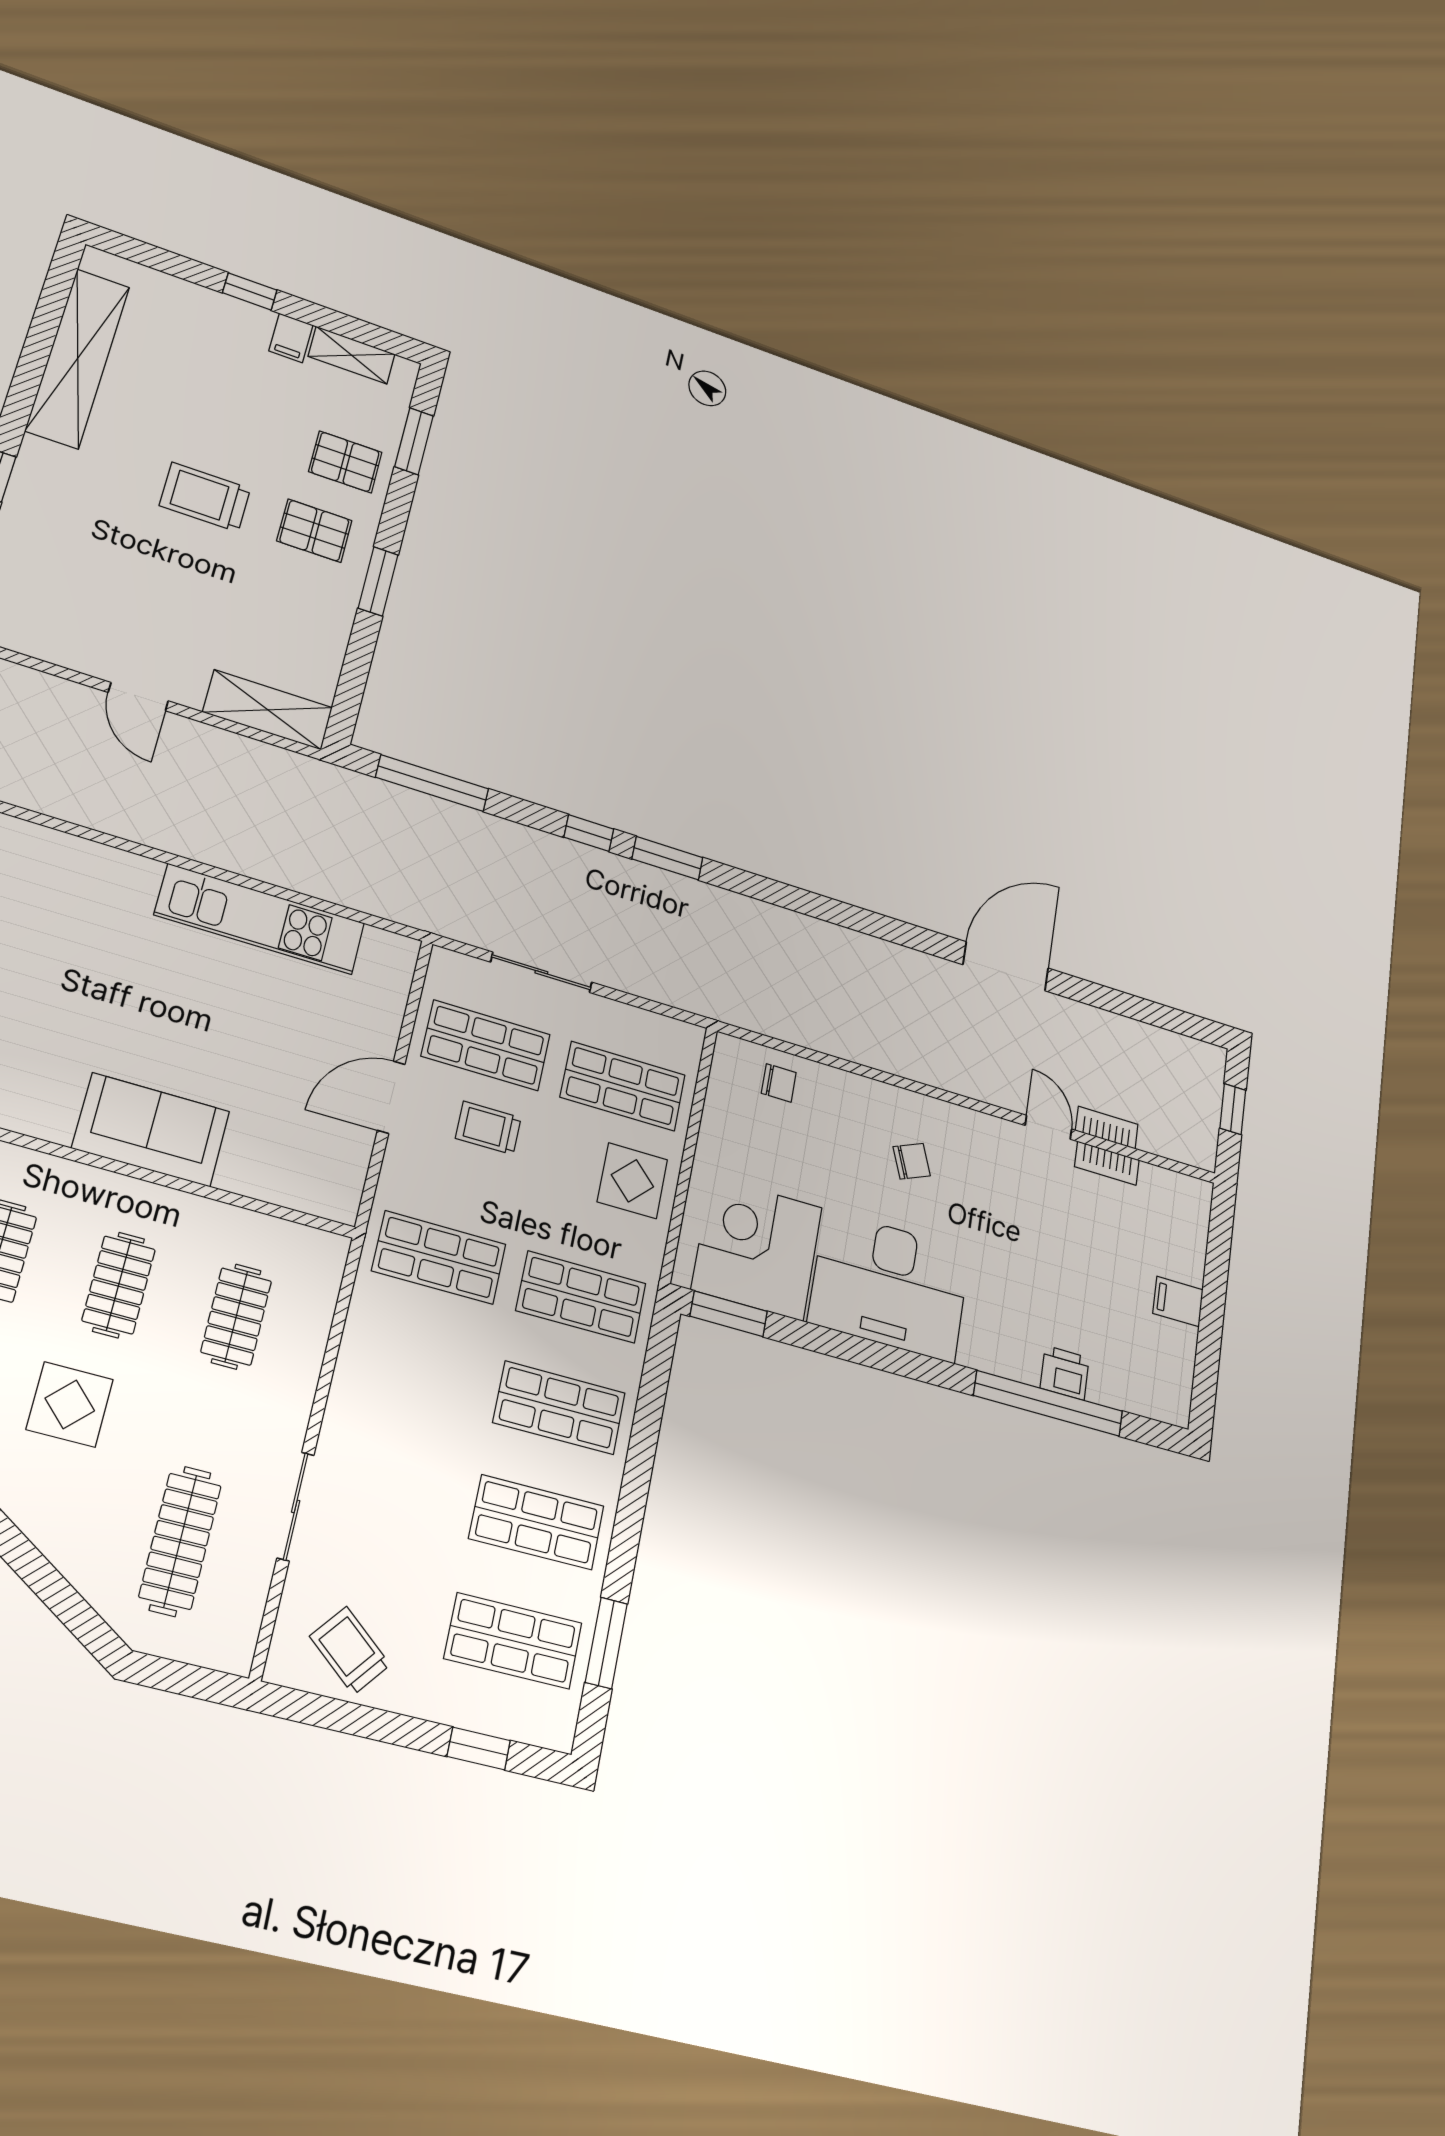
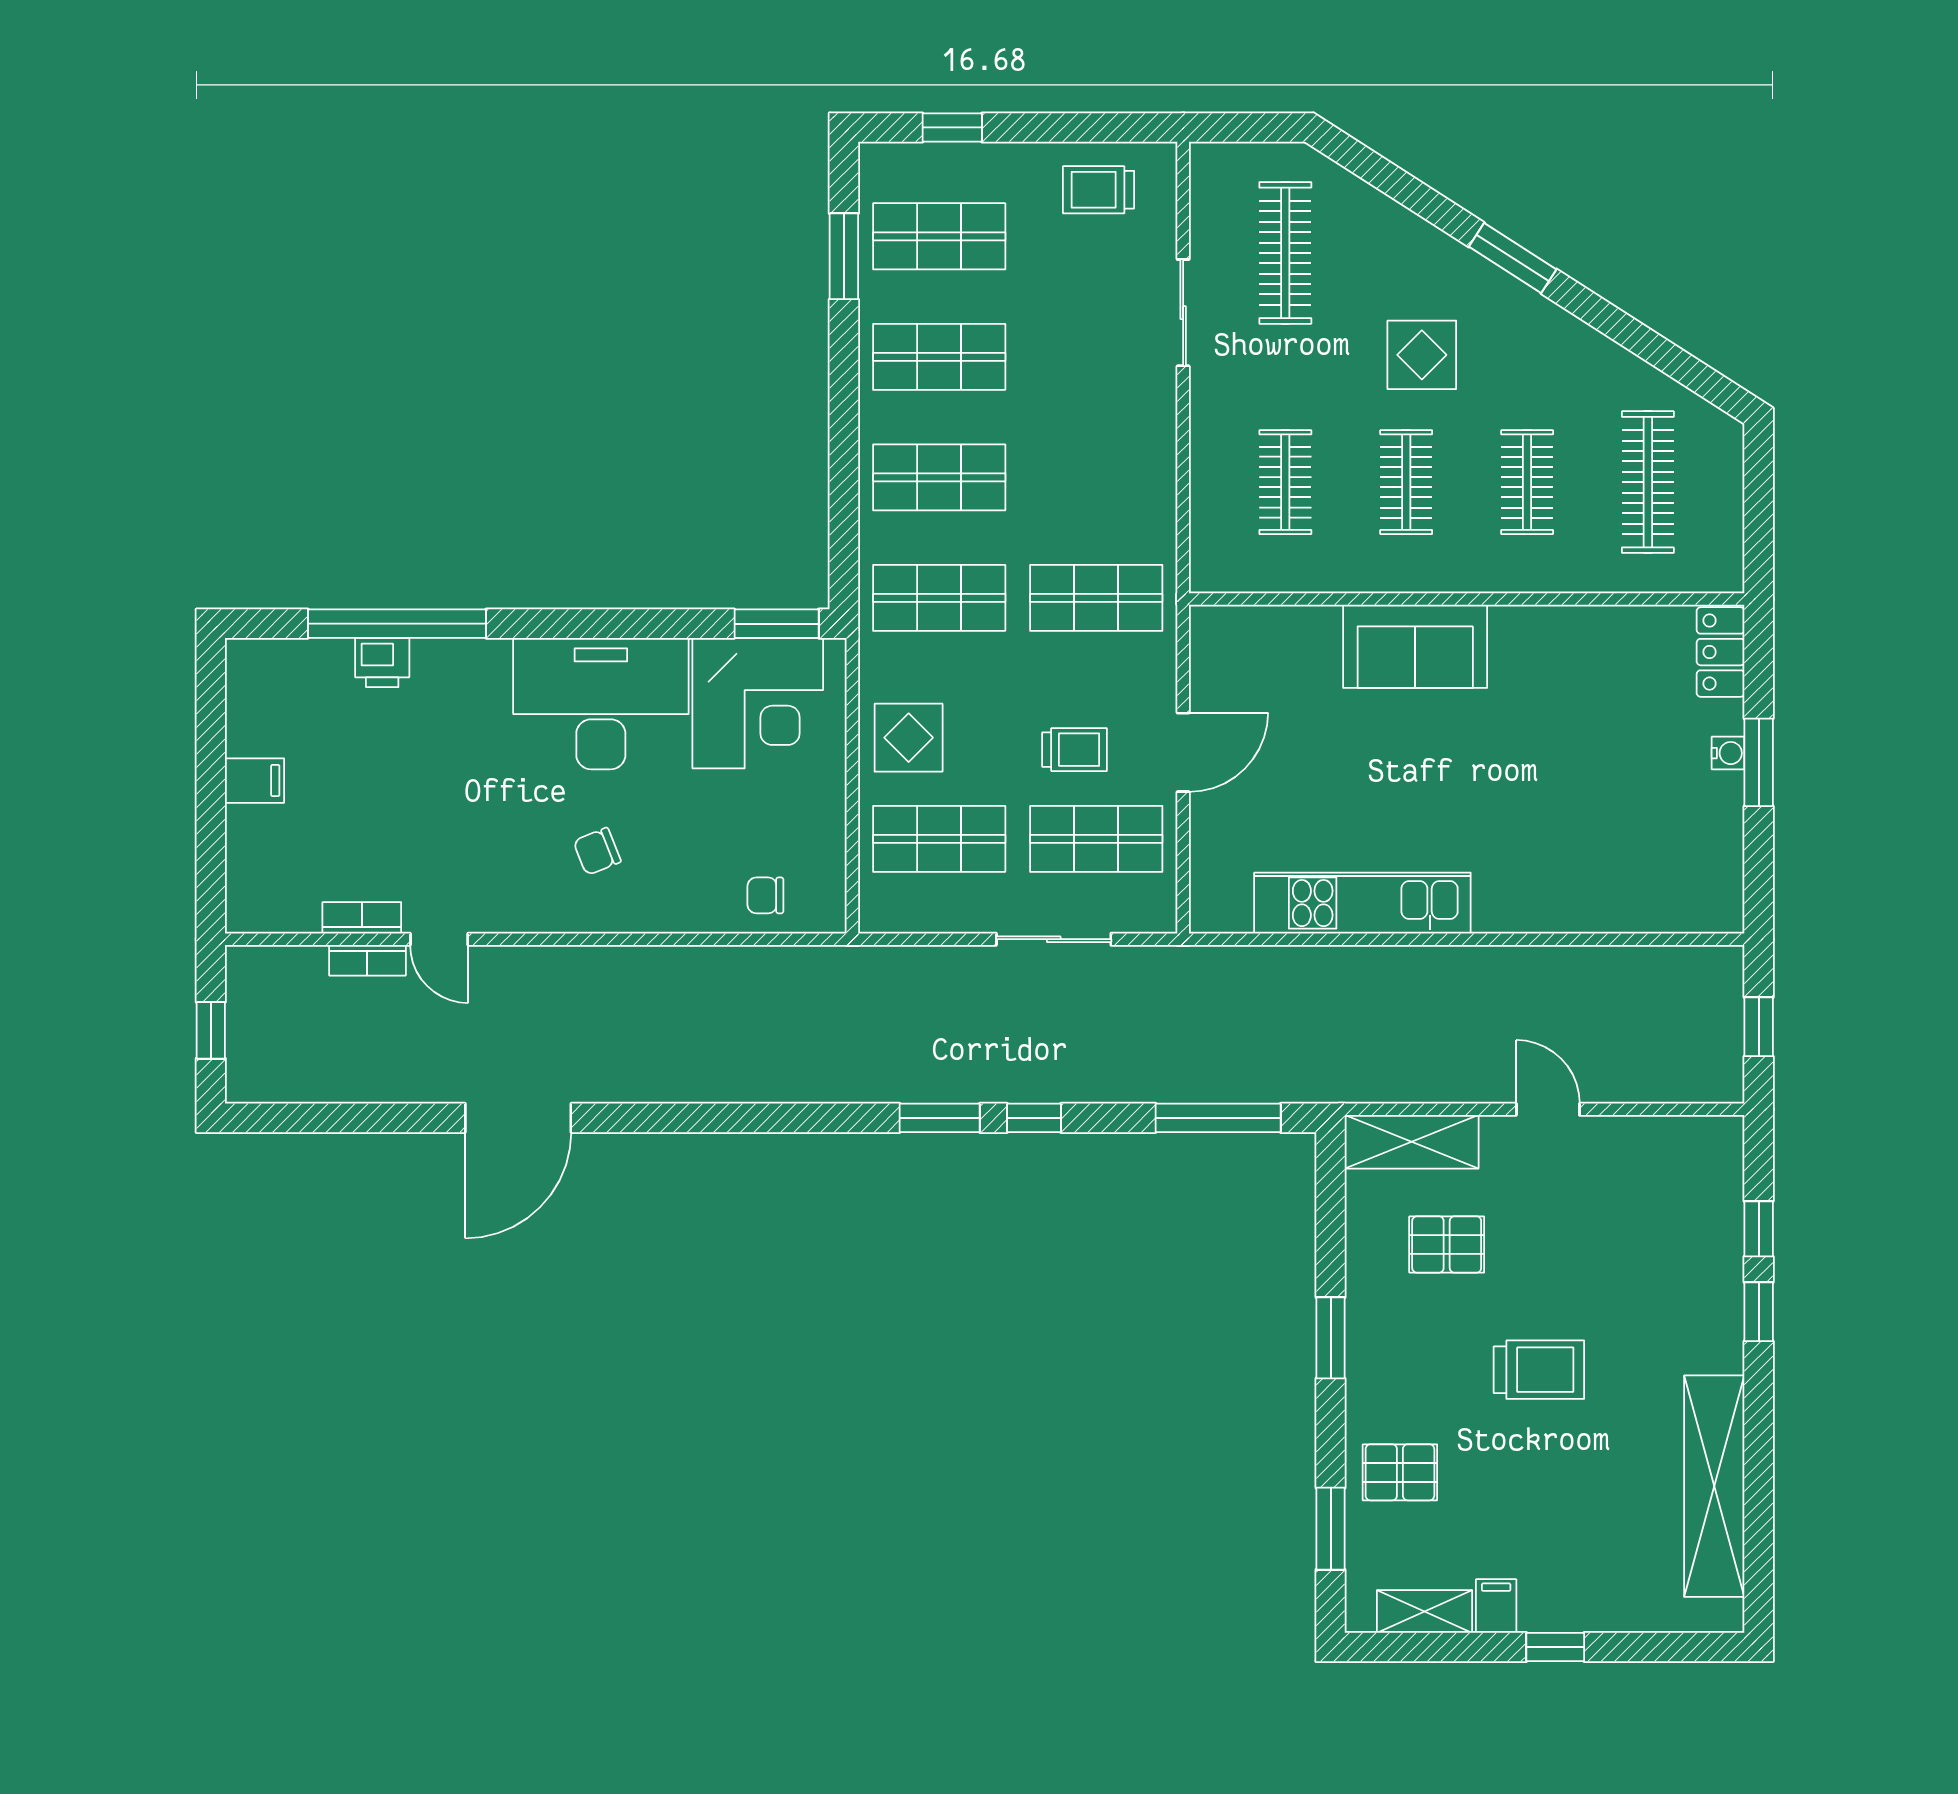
pallet: (314, 531) -> (1447, 1244), moved
trolley: (350, 1651) -> (1099, 190), turned 141

